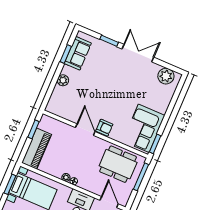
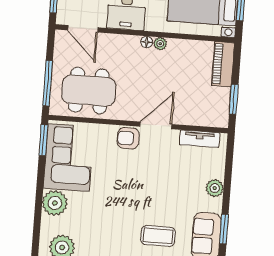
coffee table: (106, 63) -> (158, 236), added
plant: (161, 104) -> (55, 203), added
tv unit: (62, 113) -> (200, 139), added
door: (85, 130) -> (156, 125), swing flipped
piano: (37, 149) -> (223, 64), width x0.73, depth x0.75

